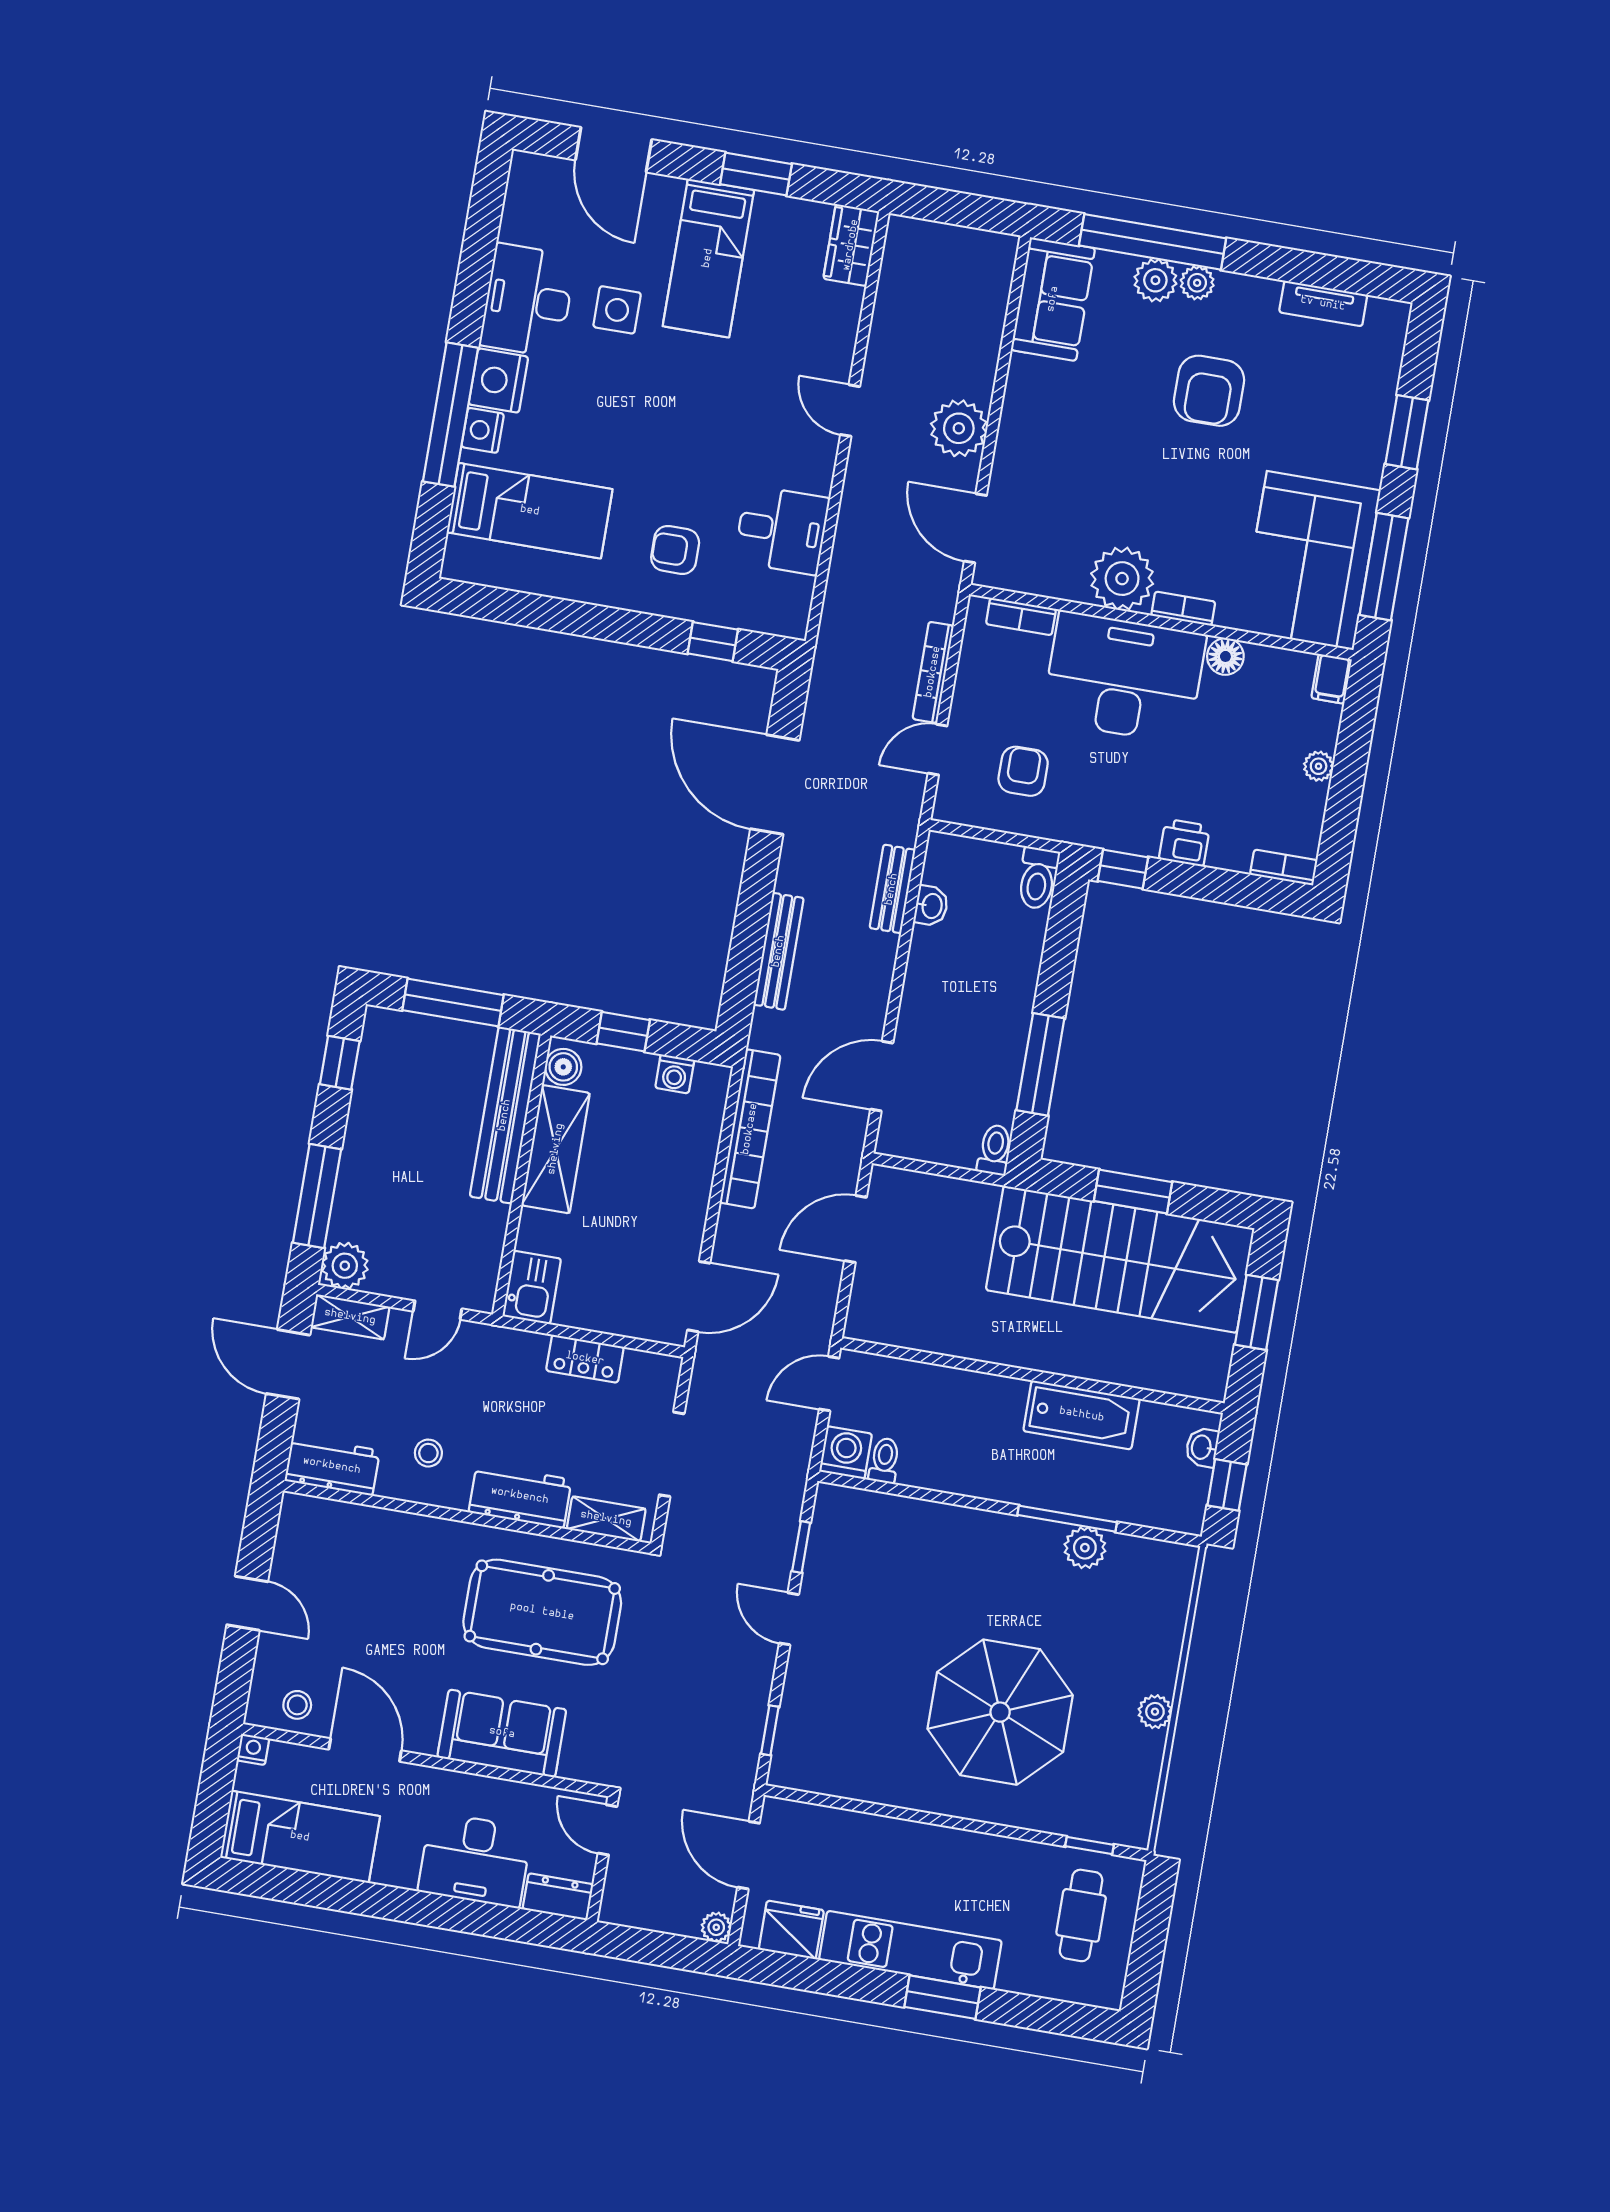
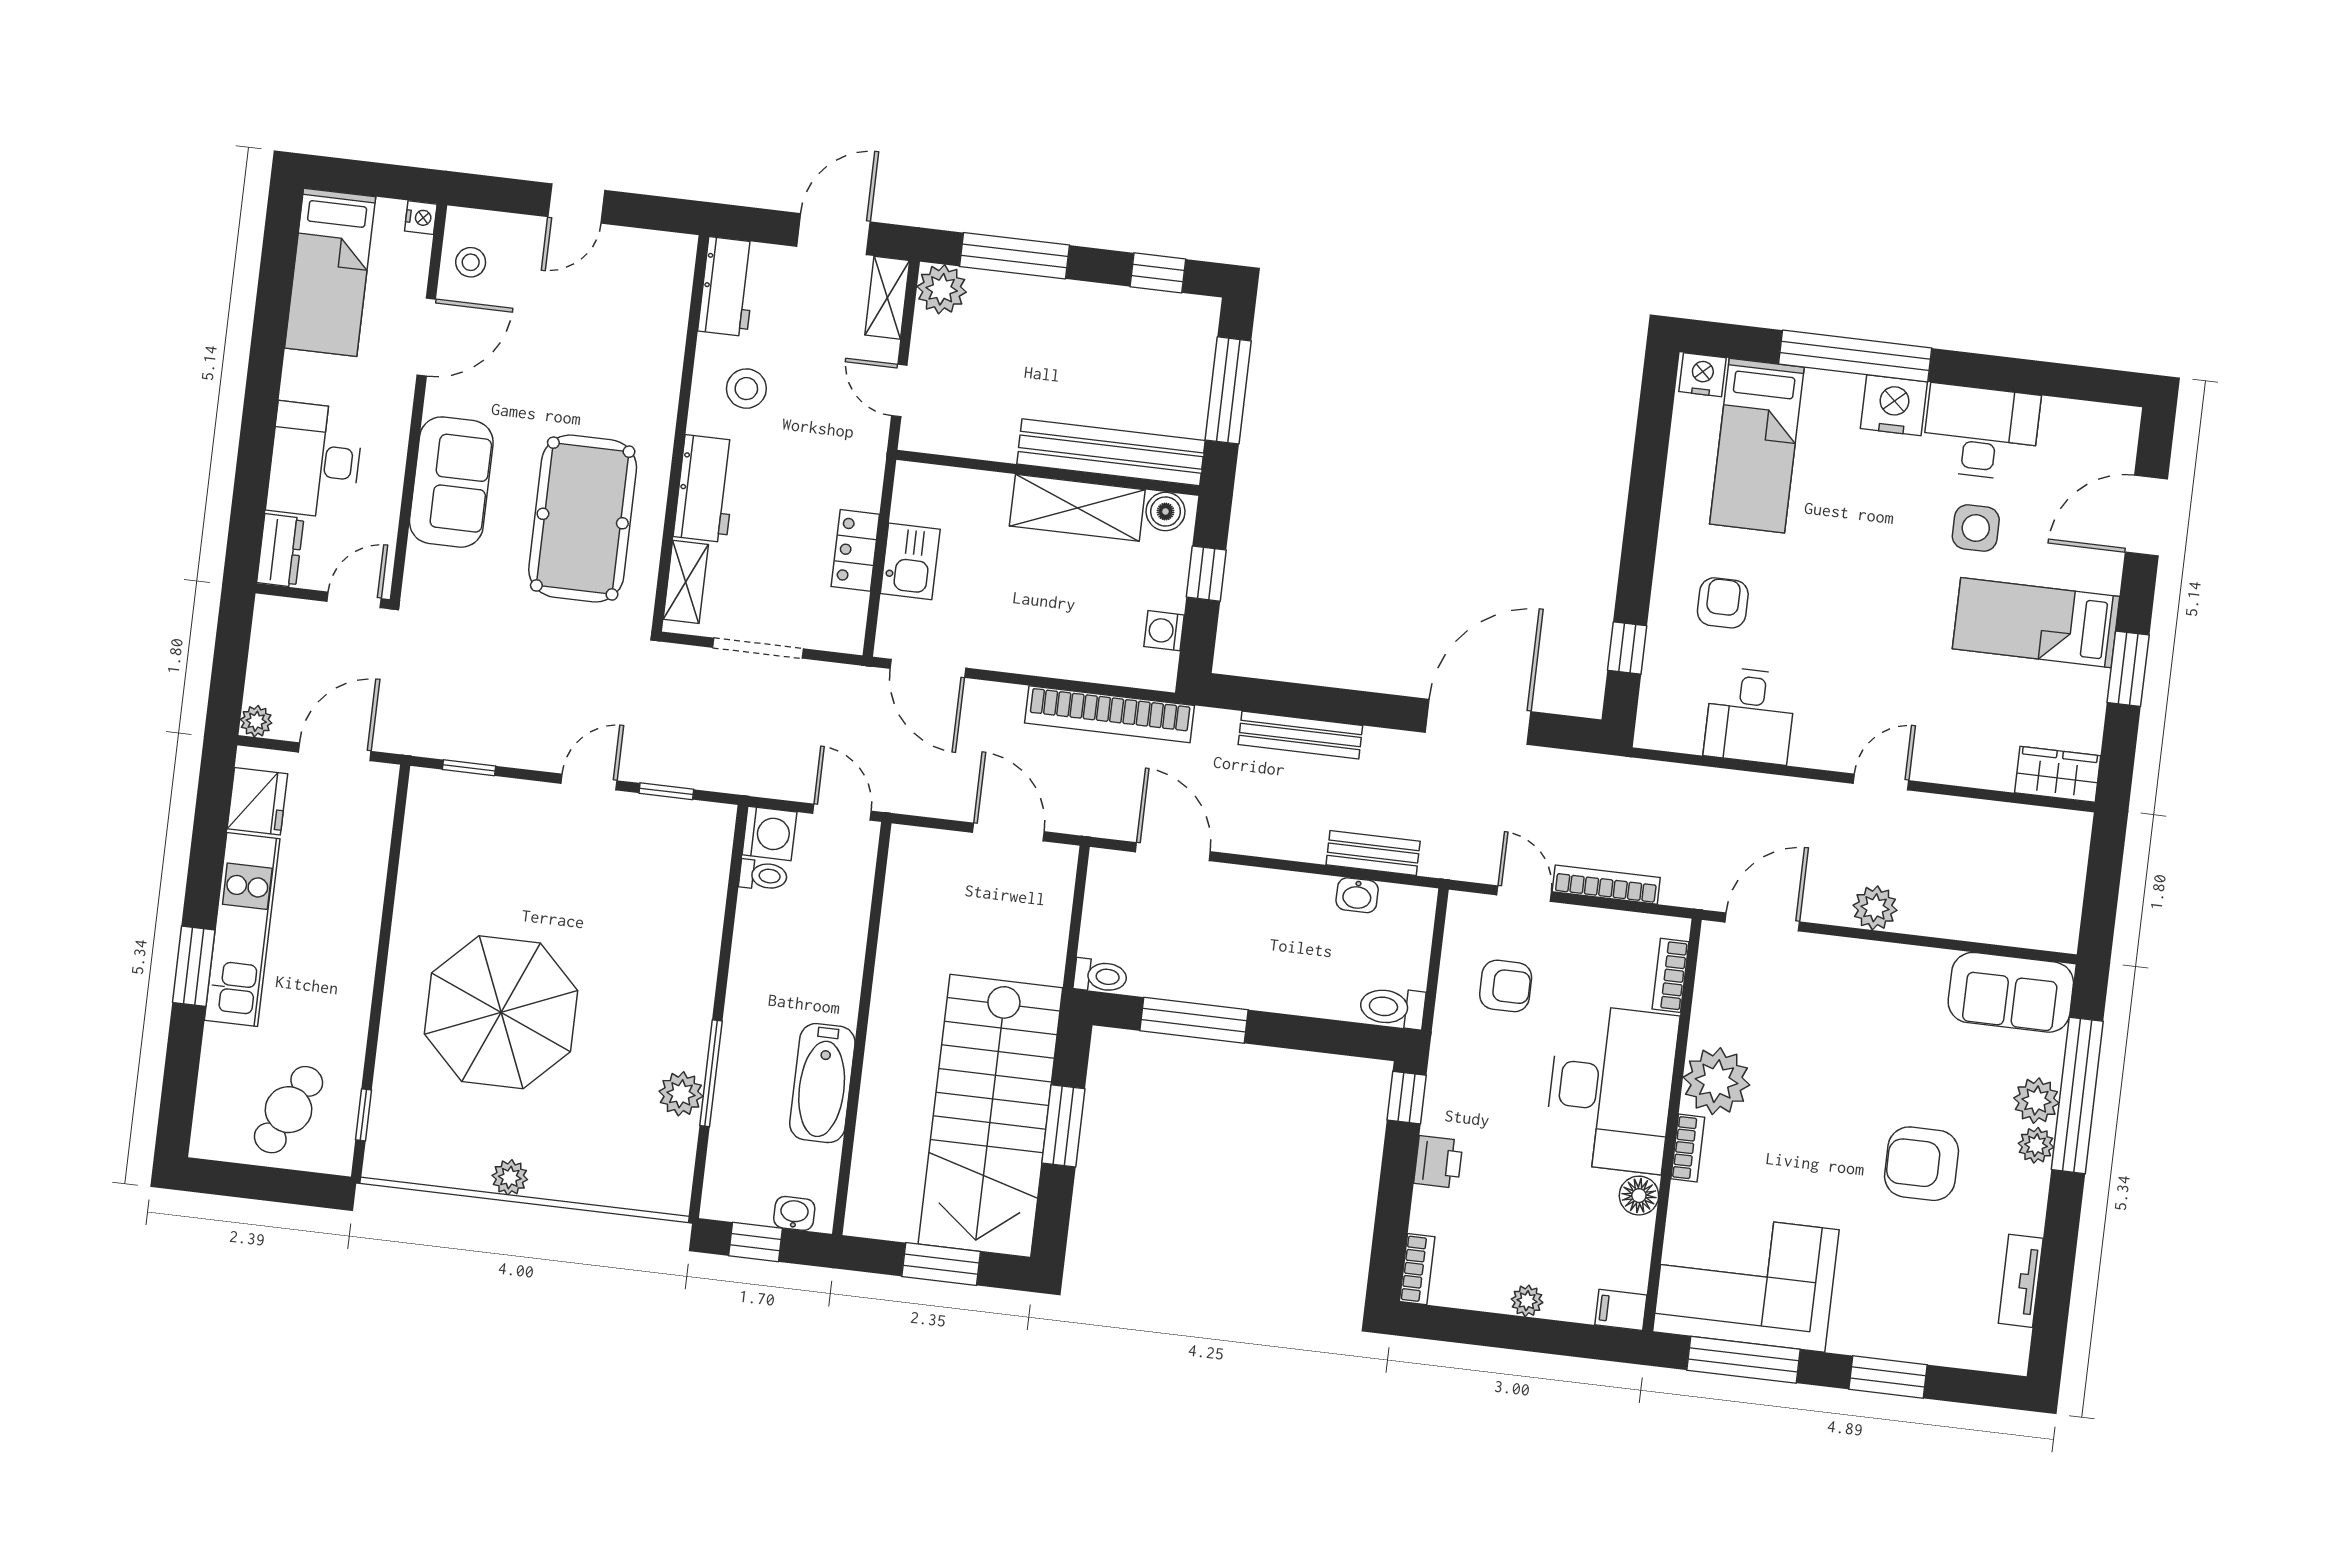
plant: (959, 428) -> (1875, 908), width x0.73, depth x0.73
nightstand: (483, 430) -> (1702, 375), moved
kitchen sink: (532, 1287) -> (910, 561), moved, turned -90
stool: (428, 1453) -> (746, 389), width x1.37, depth x1.37
cafe table: (1081, 1915) -> (288, 1110), turned -64

